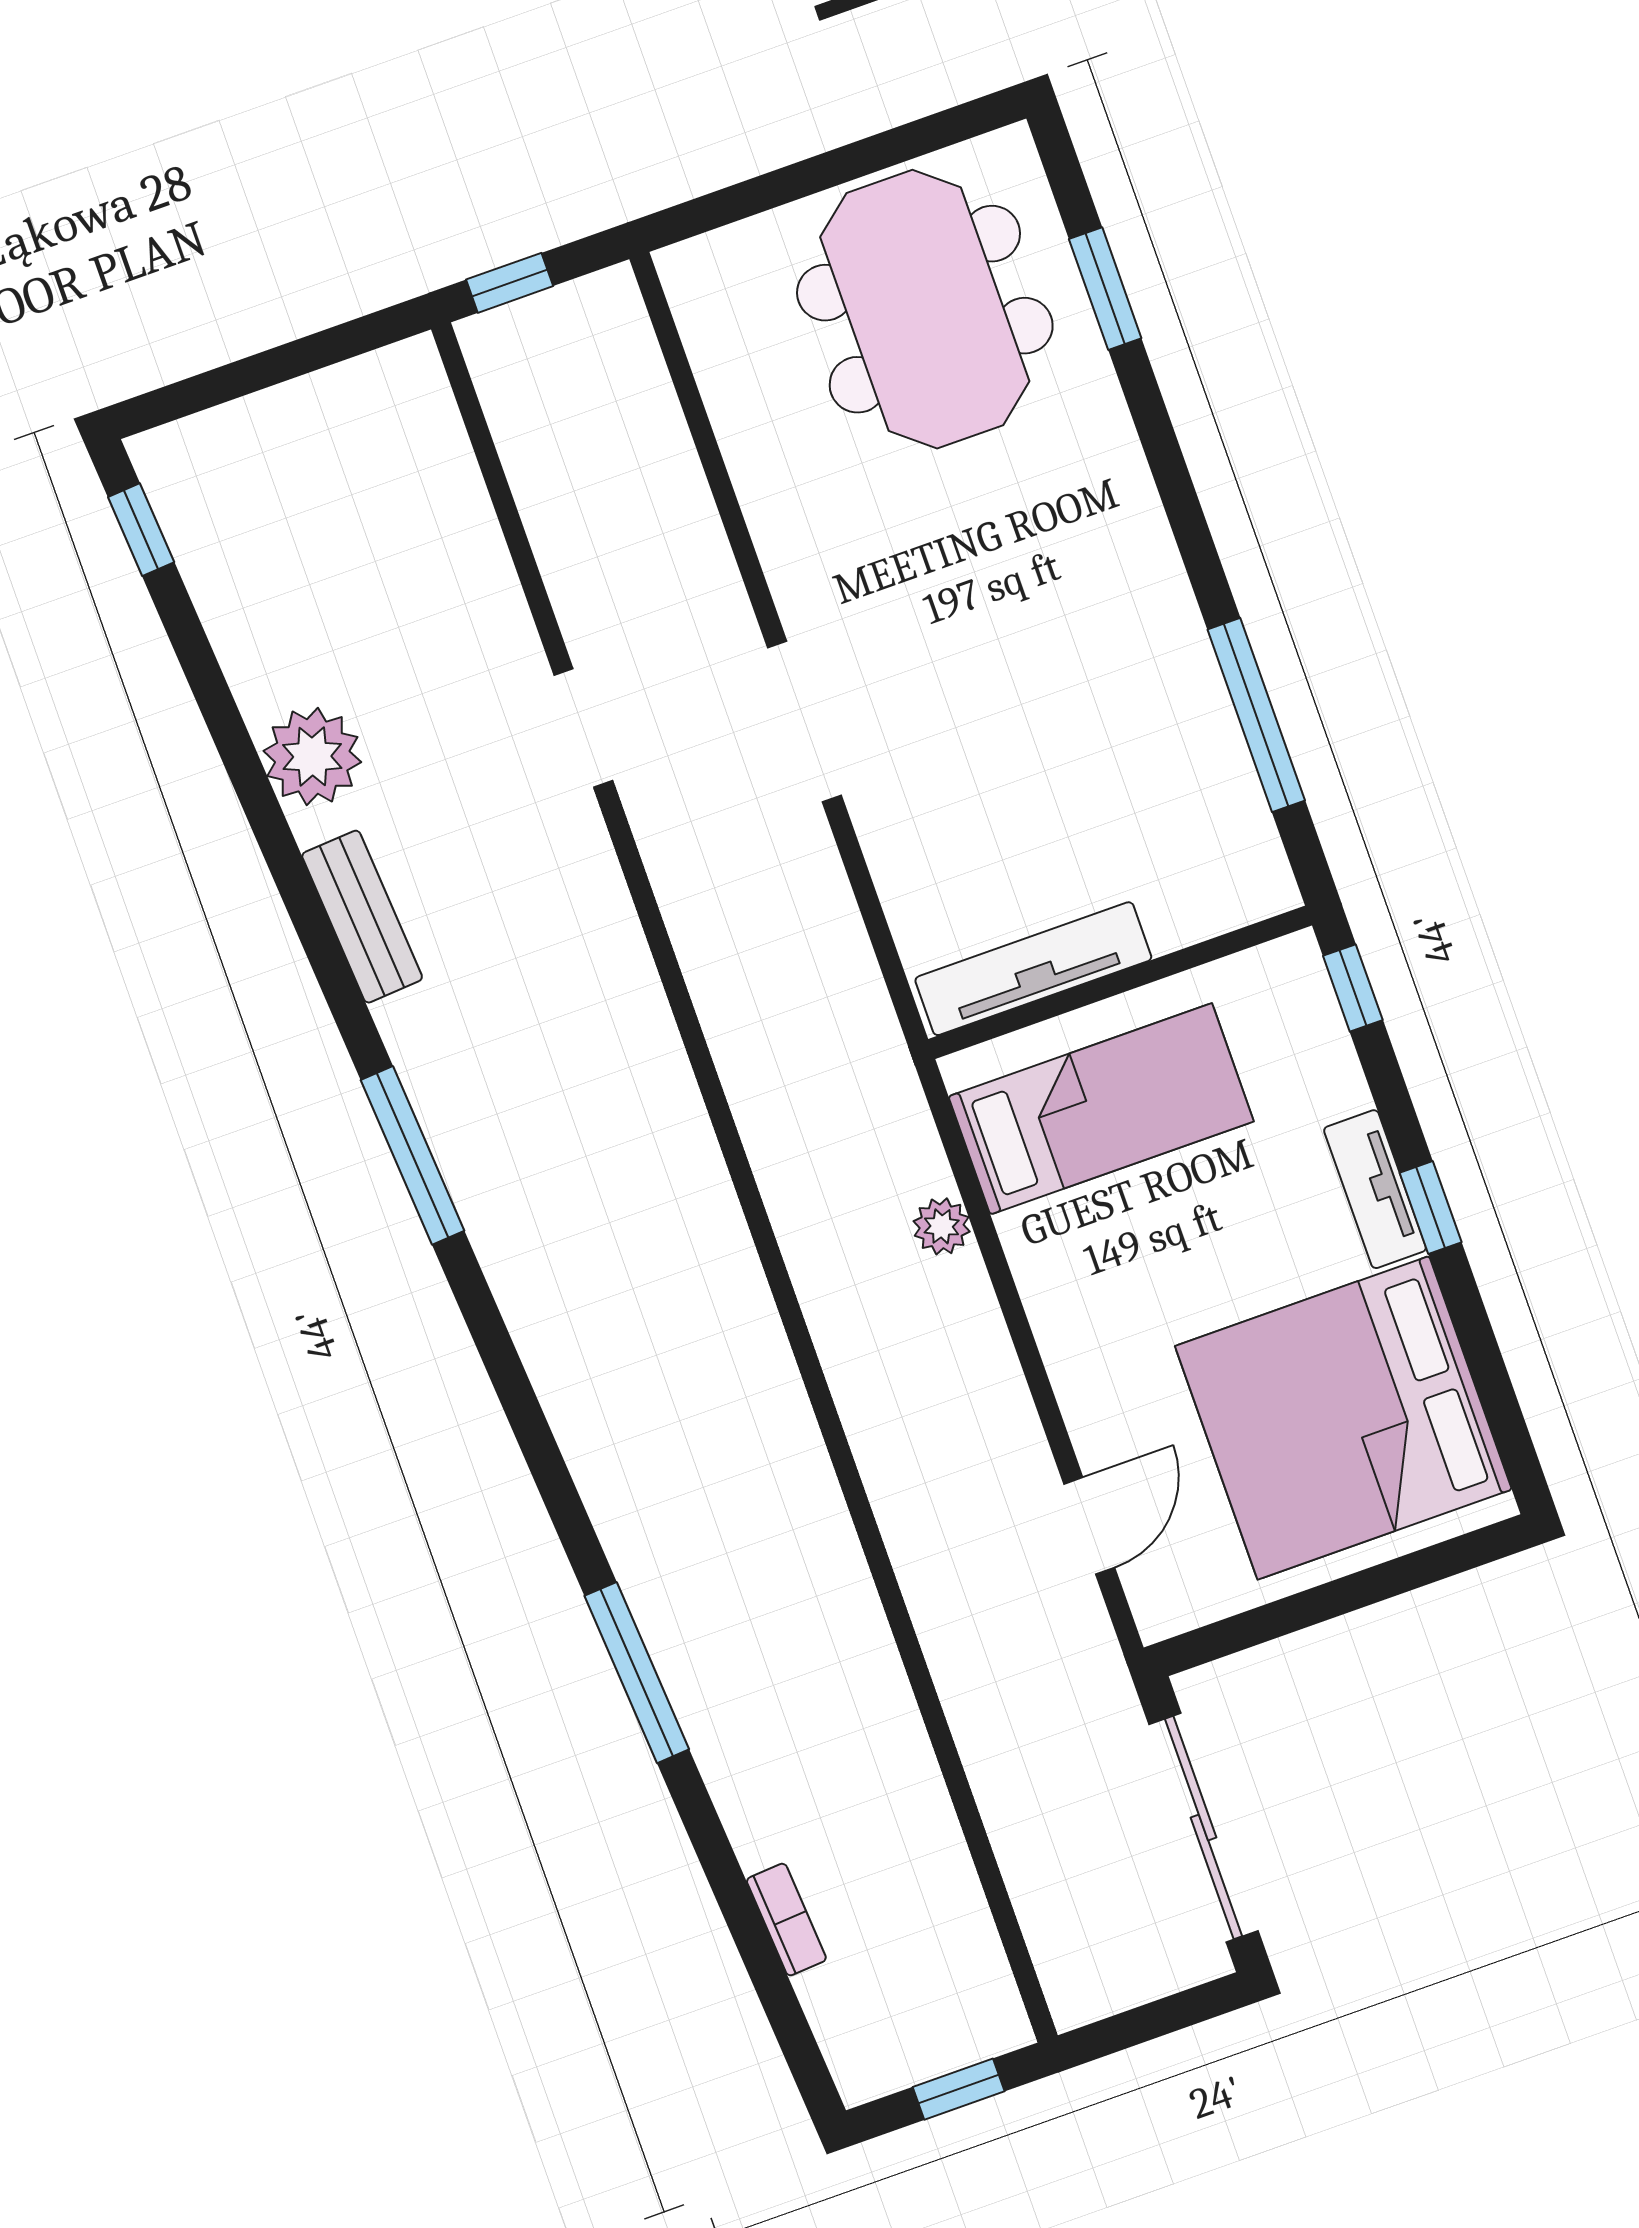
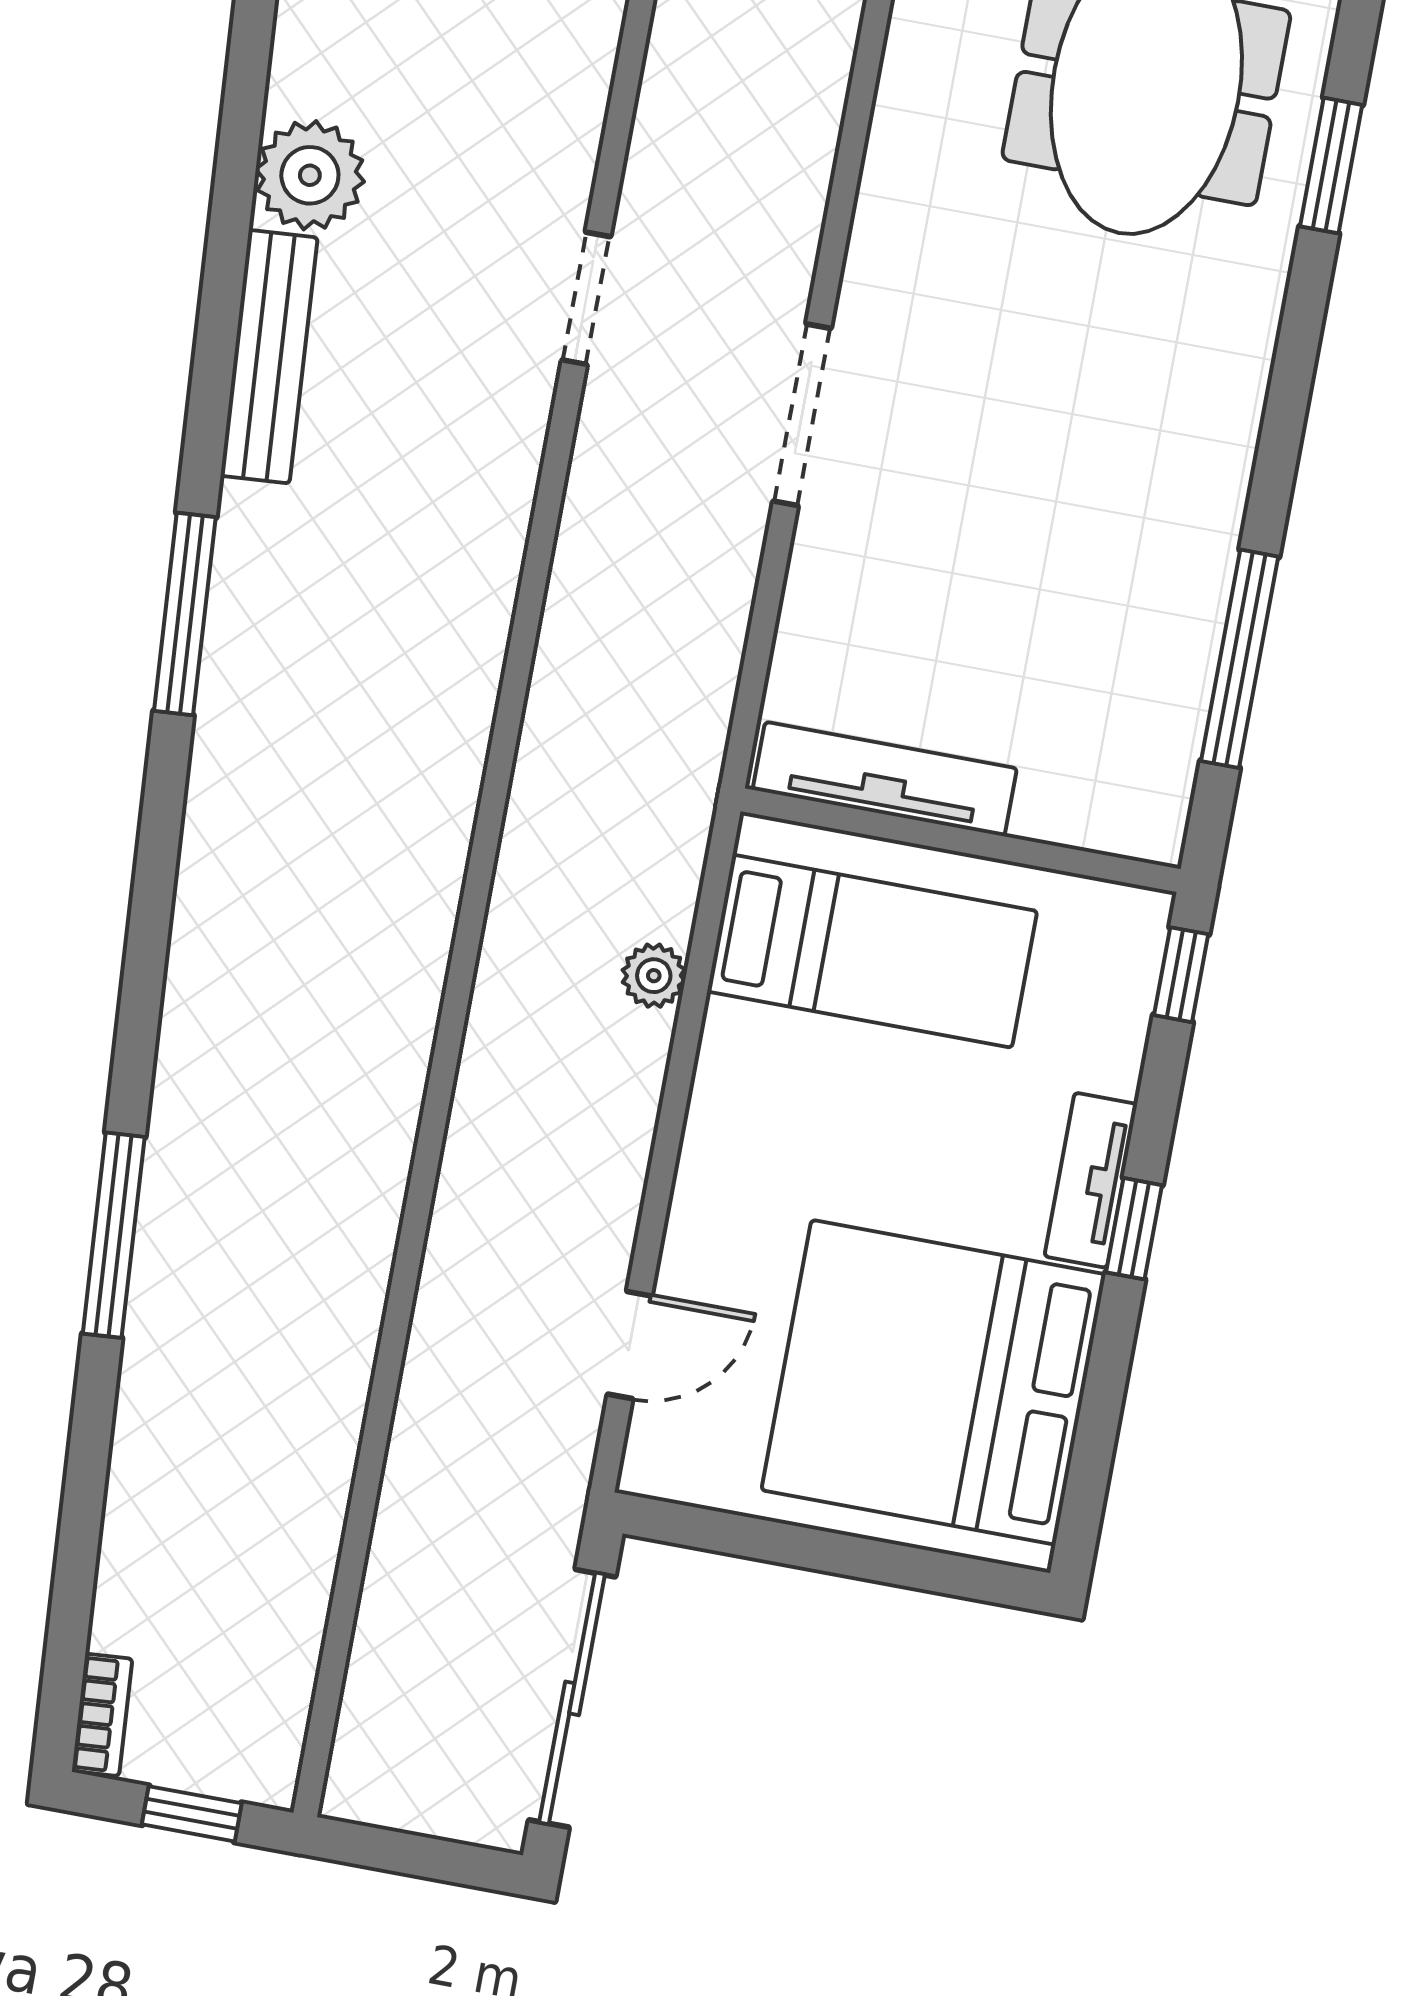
bench: (362, 917) -> (269, 357), width x1.36
bookcase: (786, 1920) -> (102, 1715), moved

